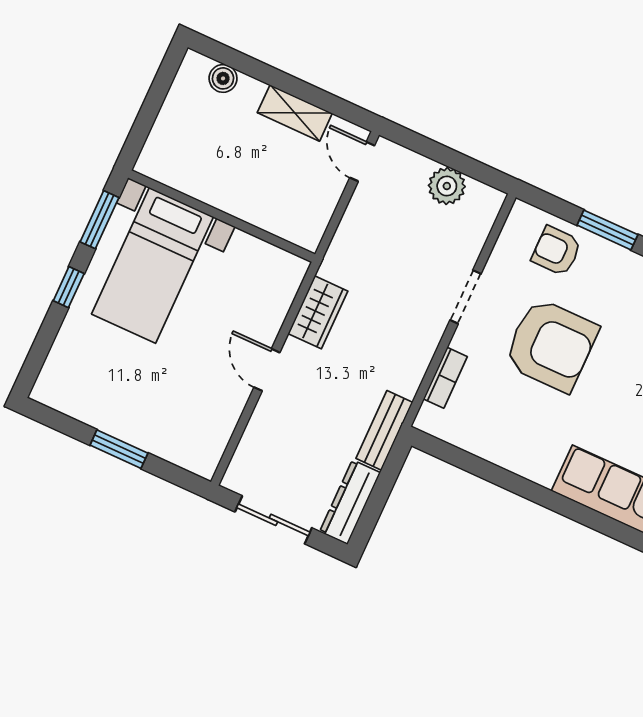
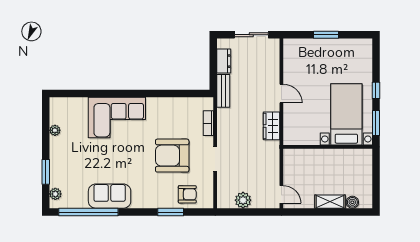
shelving: (295, 113) -> (330, 202), moved
dresser: (350, 502) -> (224, 61), width x0.70

